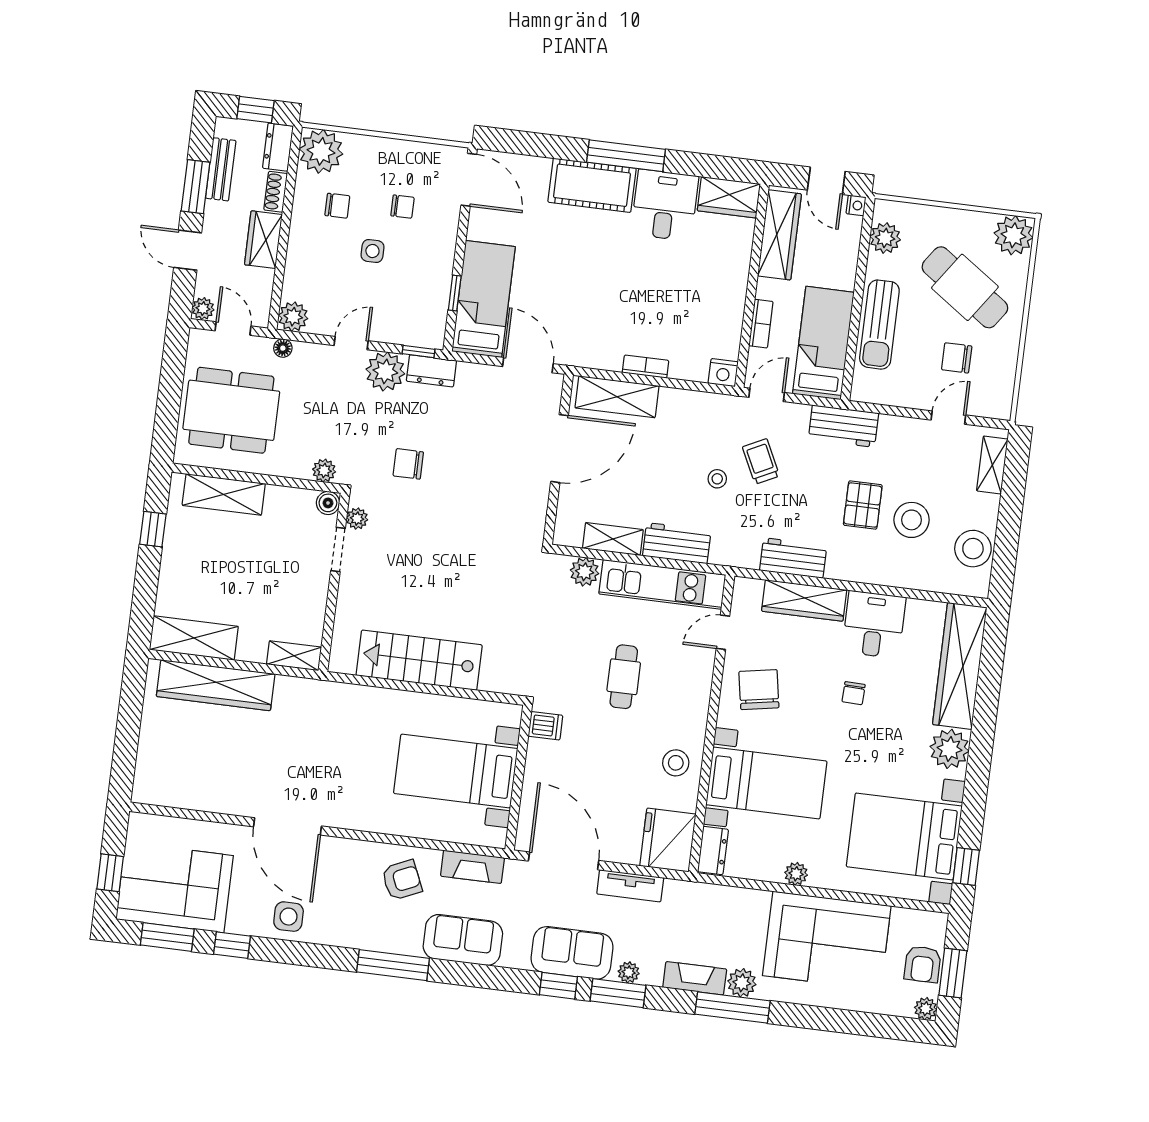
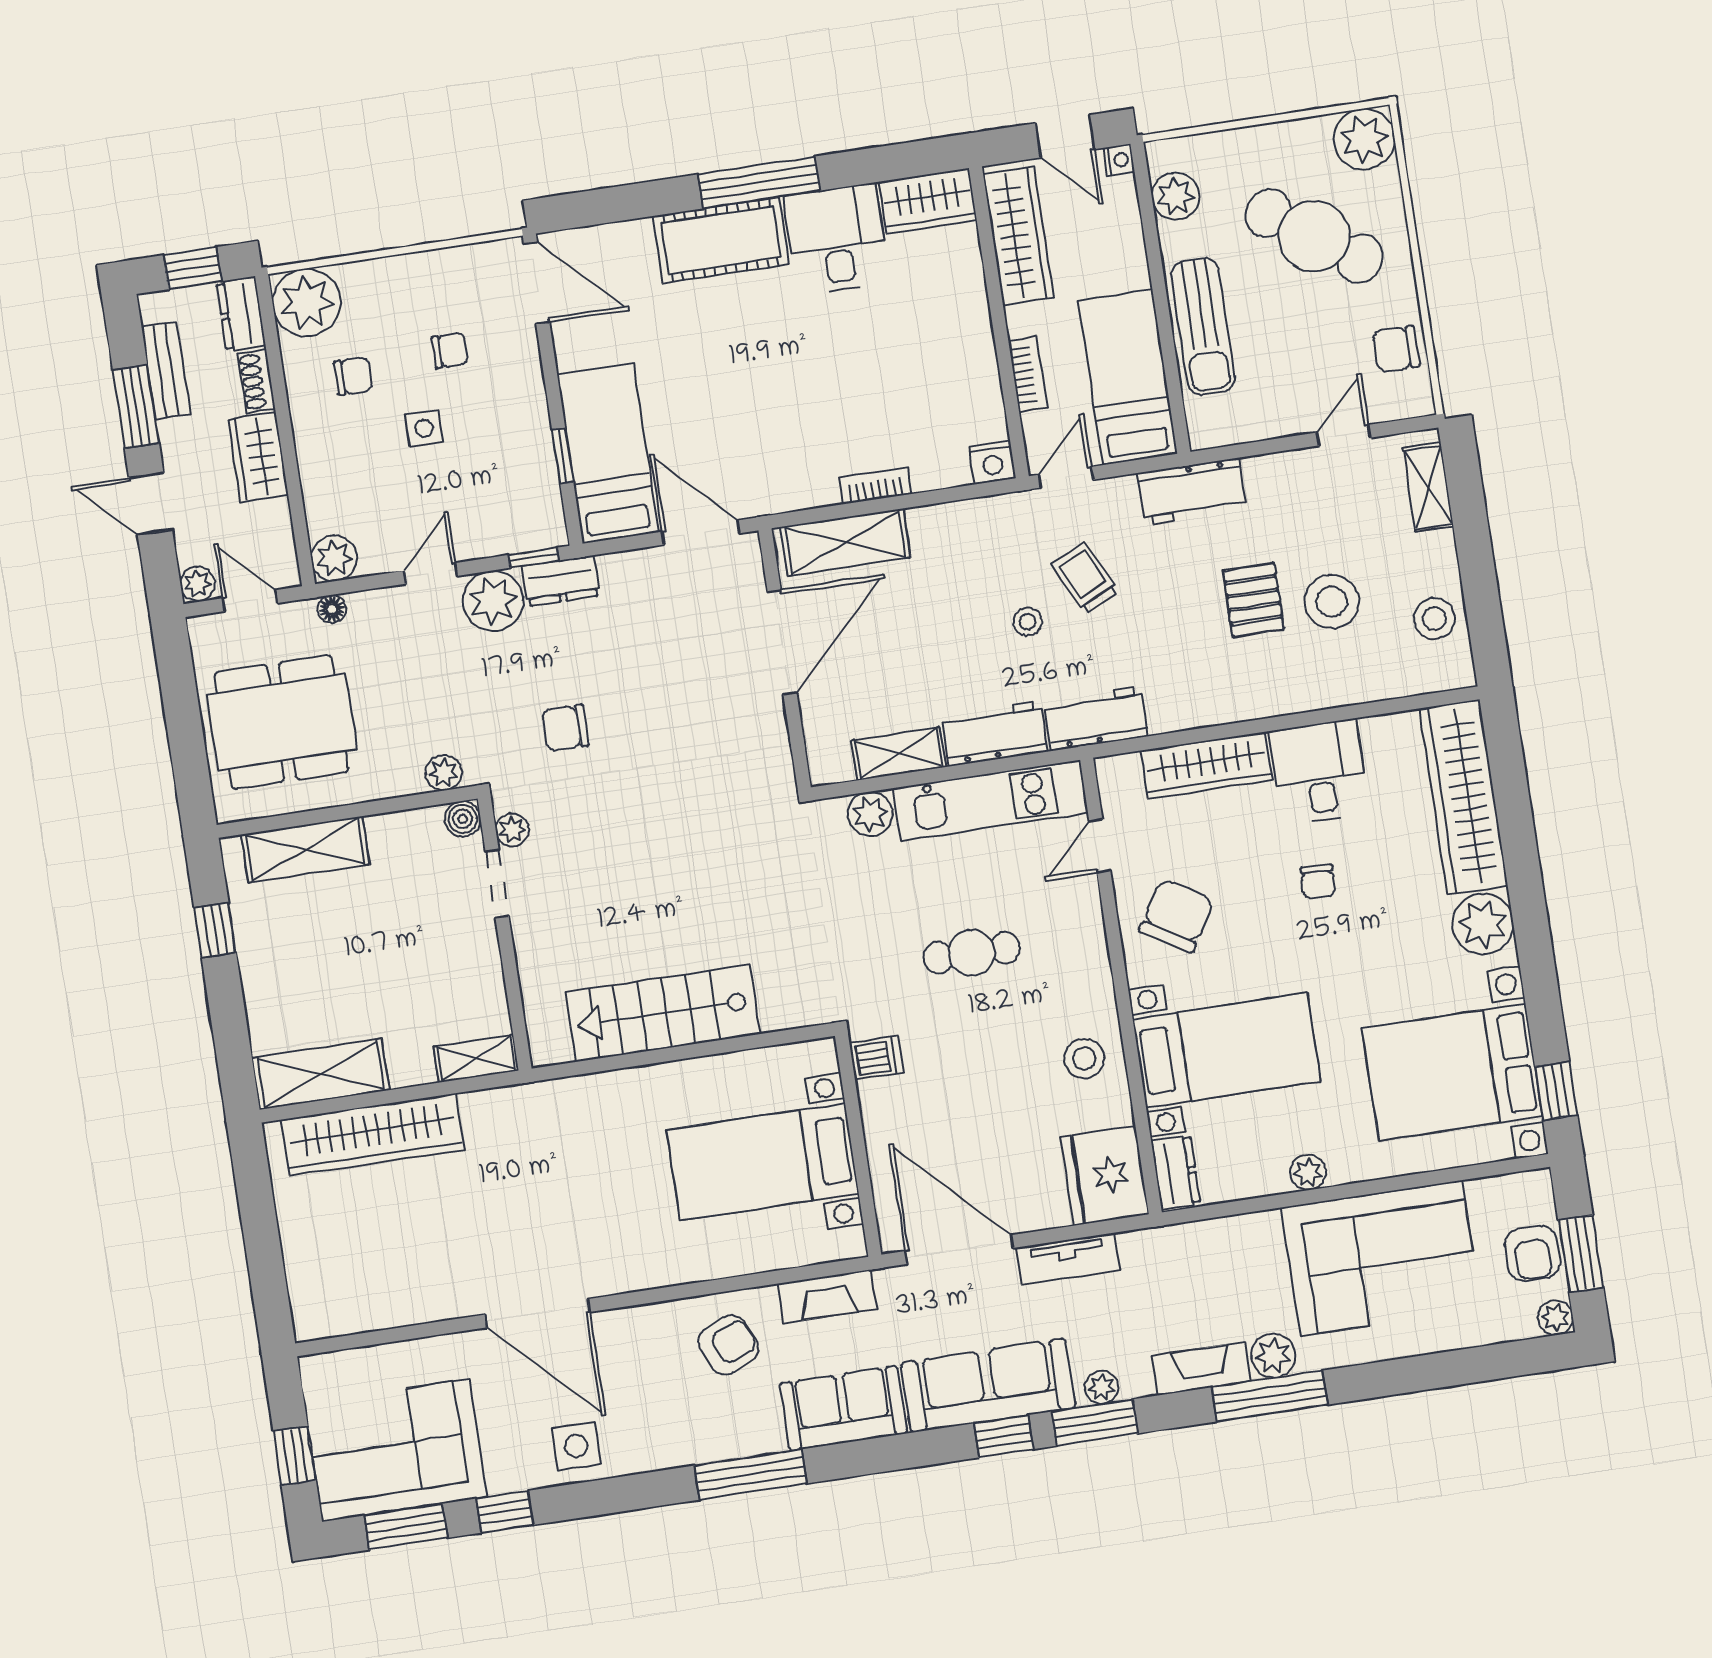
chair: (957, 358) -> (1396, 349), moved
stool: (973, 549) -> (1434, 619), width x0.73, depth x0.73
workbench: (793, 558) -> (1096, 719), moved
cafe table: (624, 677) -> (972, 953), turned 90
chair: (759, 690) -> (1177, 916), turned 41
sofa: (572, 953) -> (988, 1385), width x1.36

